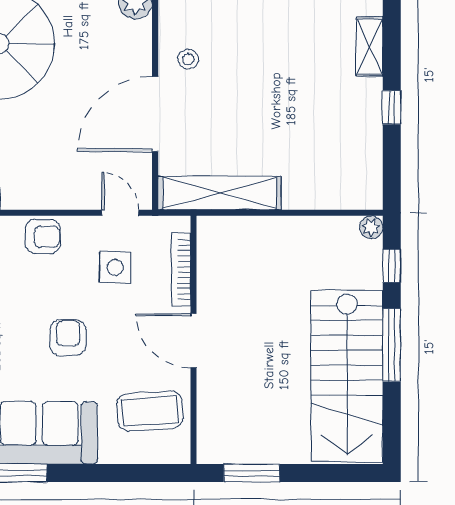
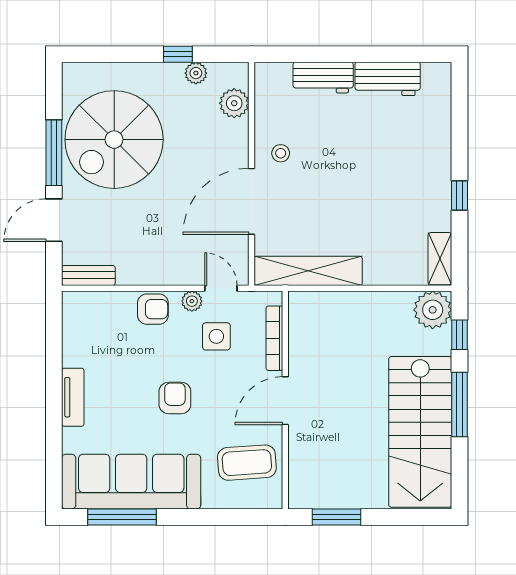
shelving: (369, 47) -> (440, 259), moved
plant: (87, 227) -> (192, 301), added
plant: (371, 227) -> (433, 310), width x1.87, depth x1.87
door: (193, 341) -> (285, 401), hinge flipped

